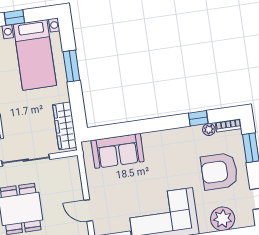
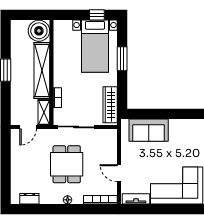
window: (14, 18) -> (97, 15), moved

